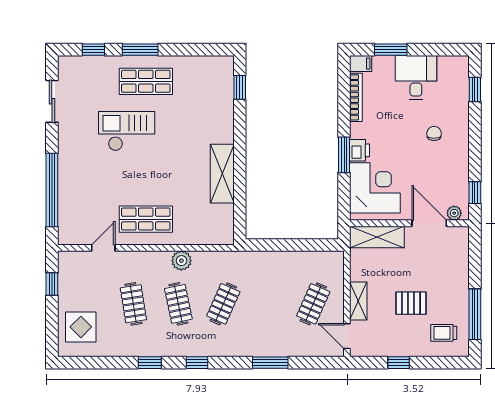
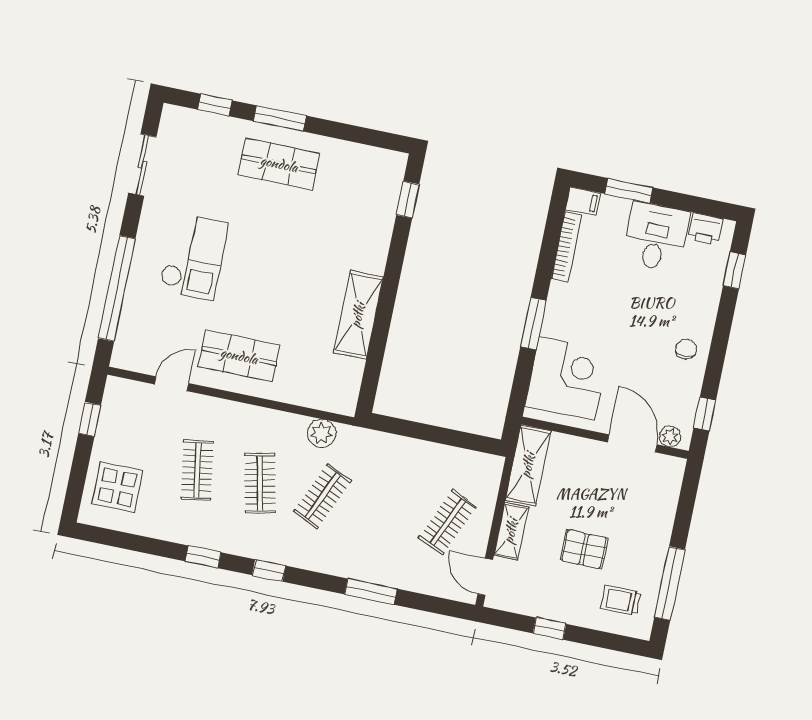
checkout: (127, 131) -> (194, 257), moved, turned 90
chair: (434, 134) -> (686, 349), moved
printer: (360, 150) -> (705, 229), moved, turned 90
shelving: (377, 237) -> (528, 465), moved, turned 90
plant: (181, 261) -> (322, 433), moved

